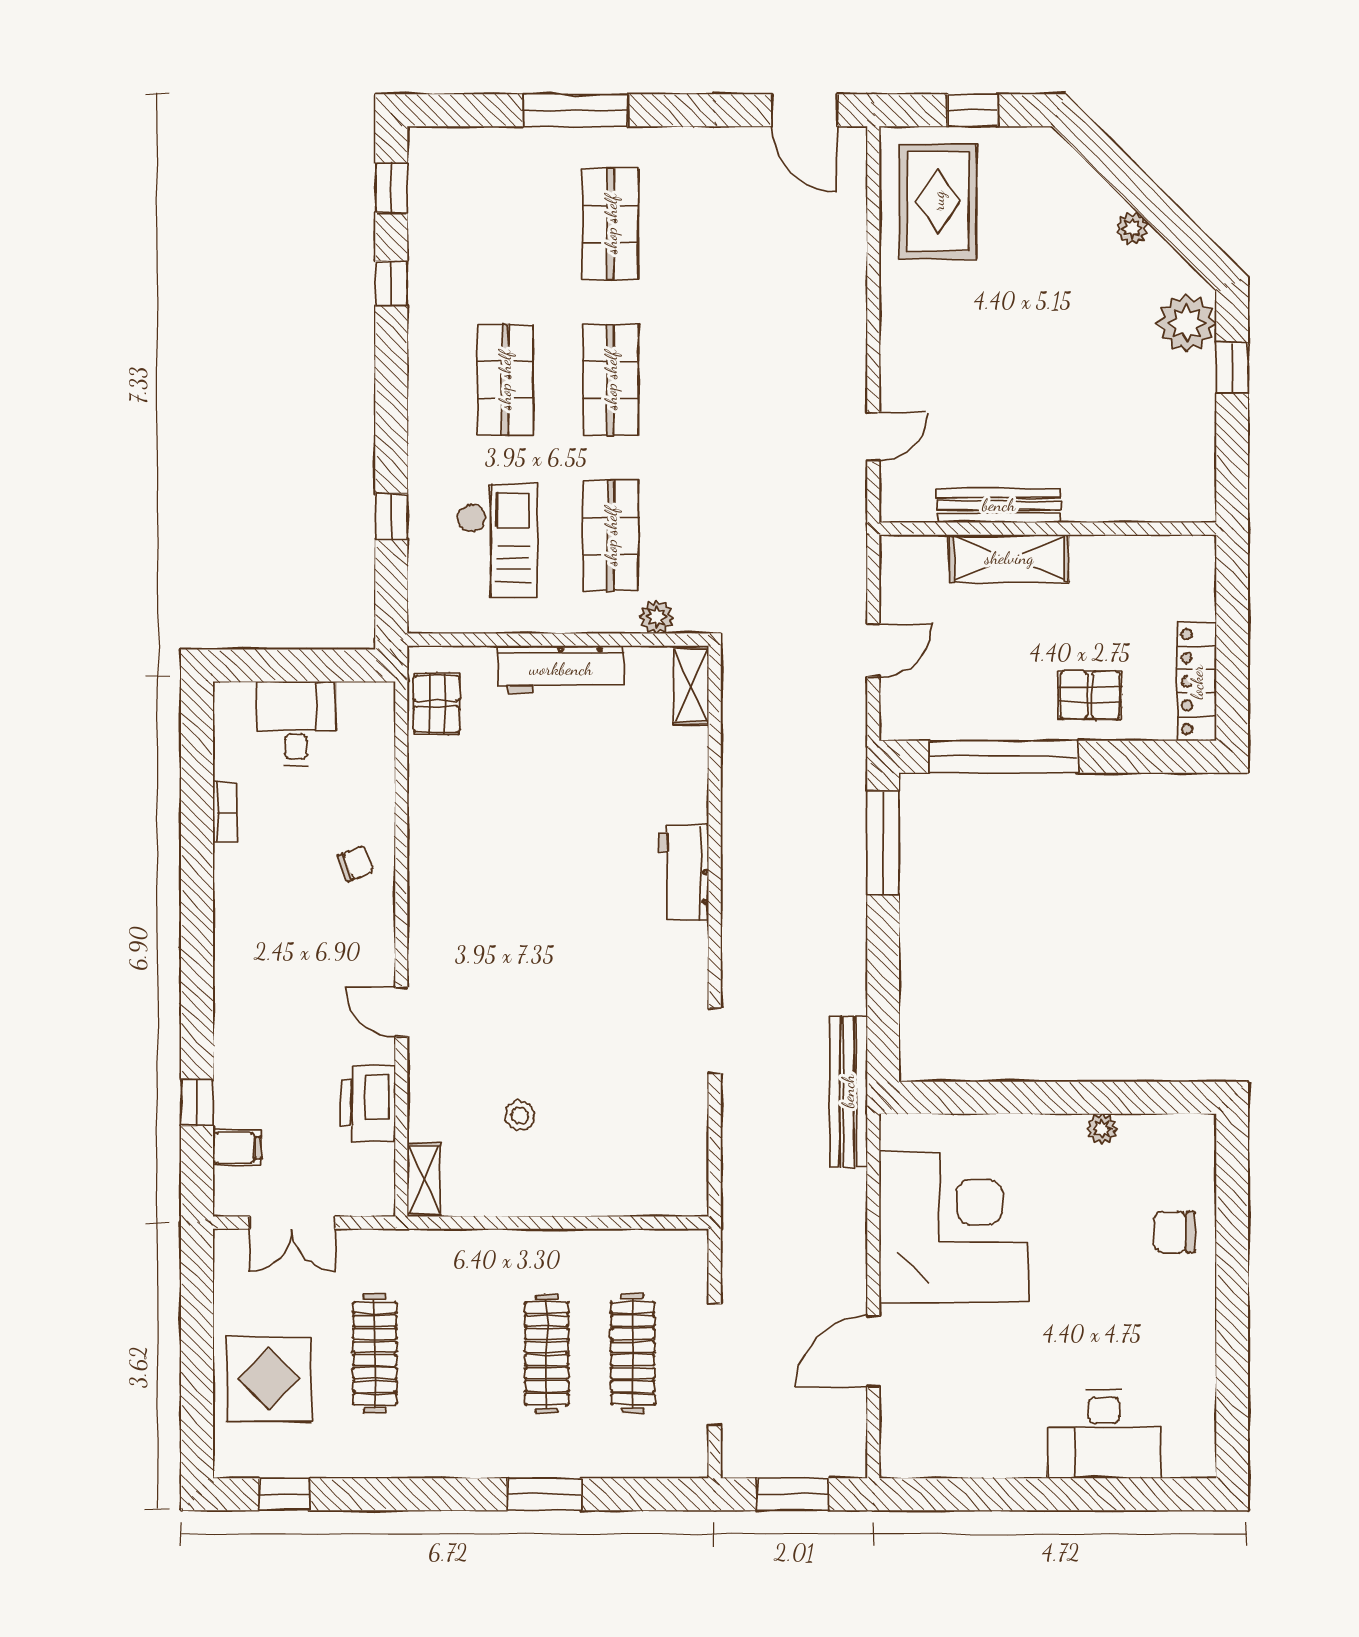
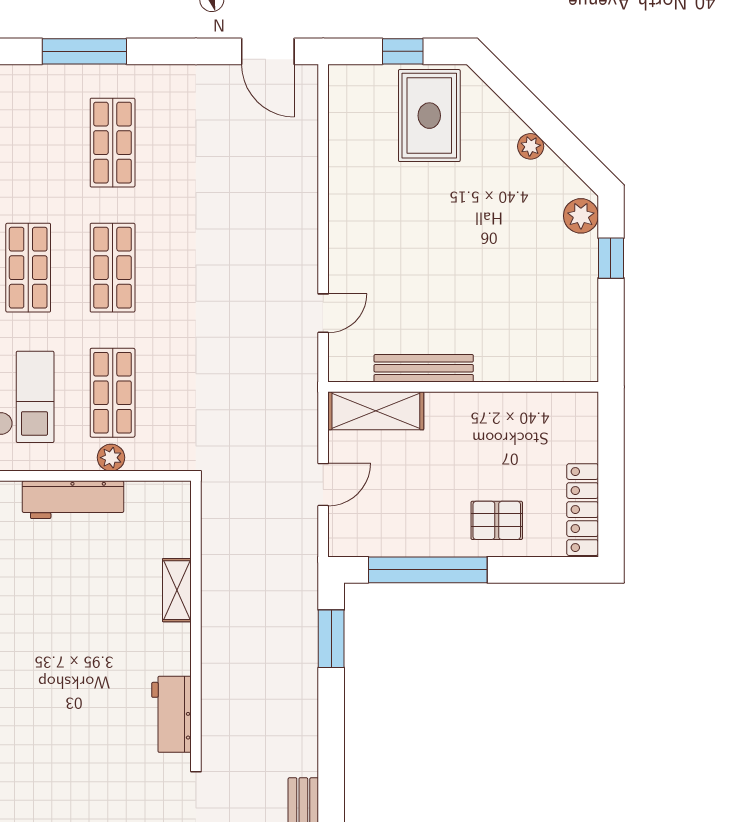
rug: (938, 201) -> (429, 116), moved
plant: (1187, 323) -> (581, 216), width x0.73, depth x0.73
shelving: (1009, 558) -> (376, 411), moved
plant: (656, 617) -> (111, 458), moved
shelving: (691, 685) -> (177, 590), moved
window: (883, 843) -> (331, 639), width x0.69
workbench: (684, 872) -> (171, 714), moved

